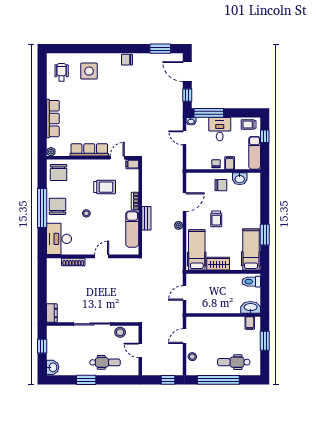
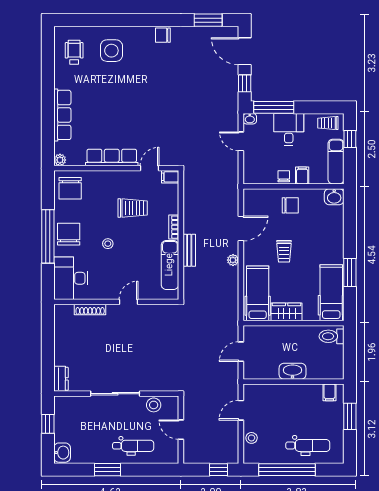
washbasin: (240, 179) -> (334, 197), moved
washbasin: (251, 307) -> (292, 371), moved
dental chair: (234, 362) -> (308, 445), turned 180

